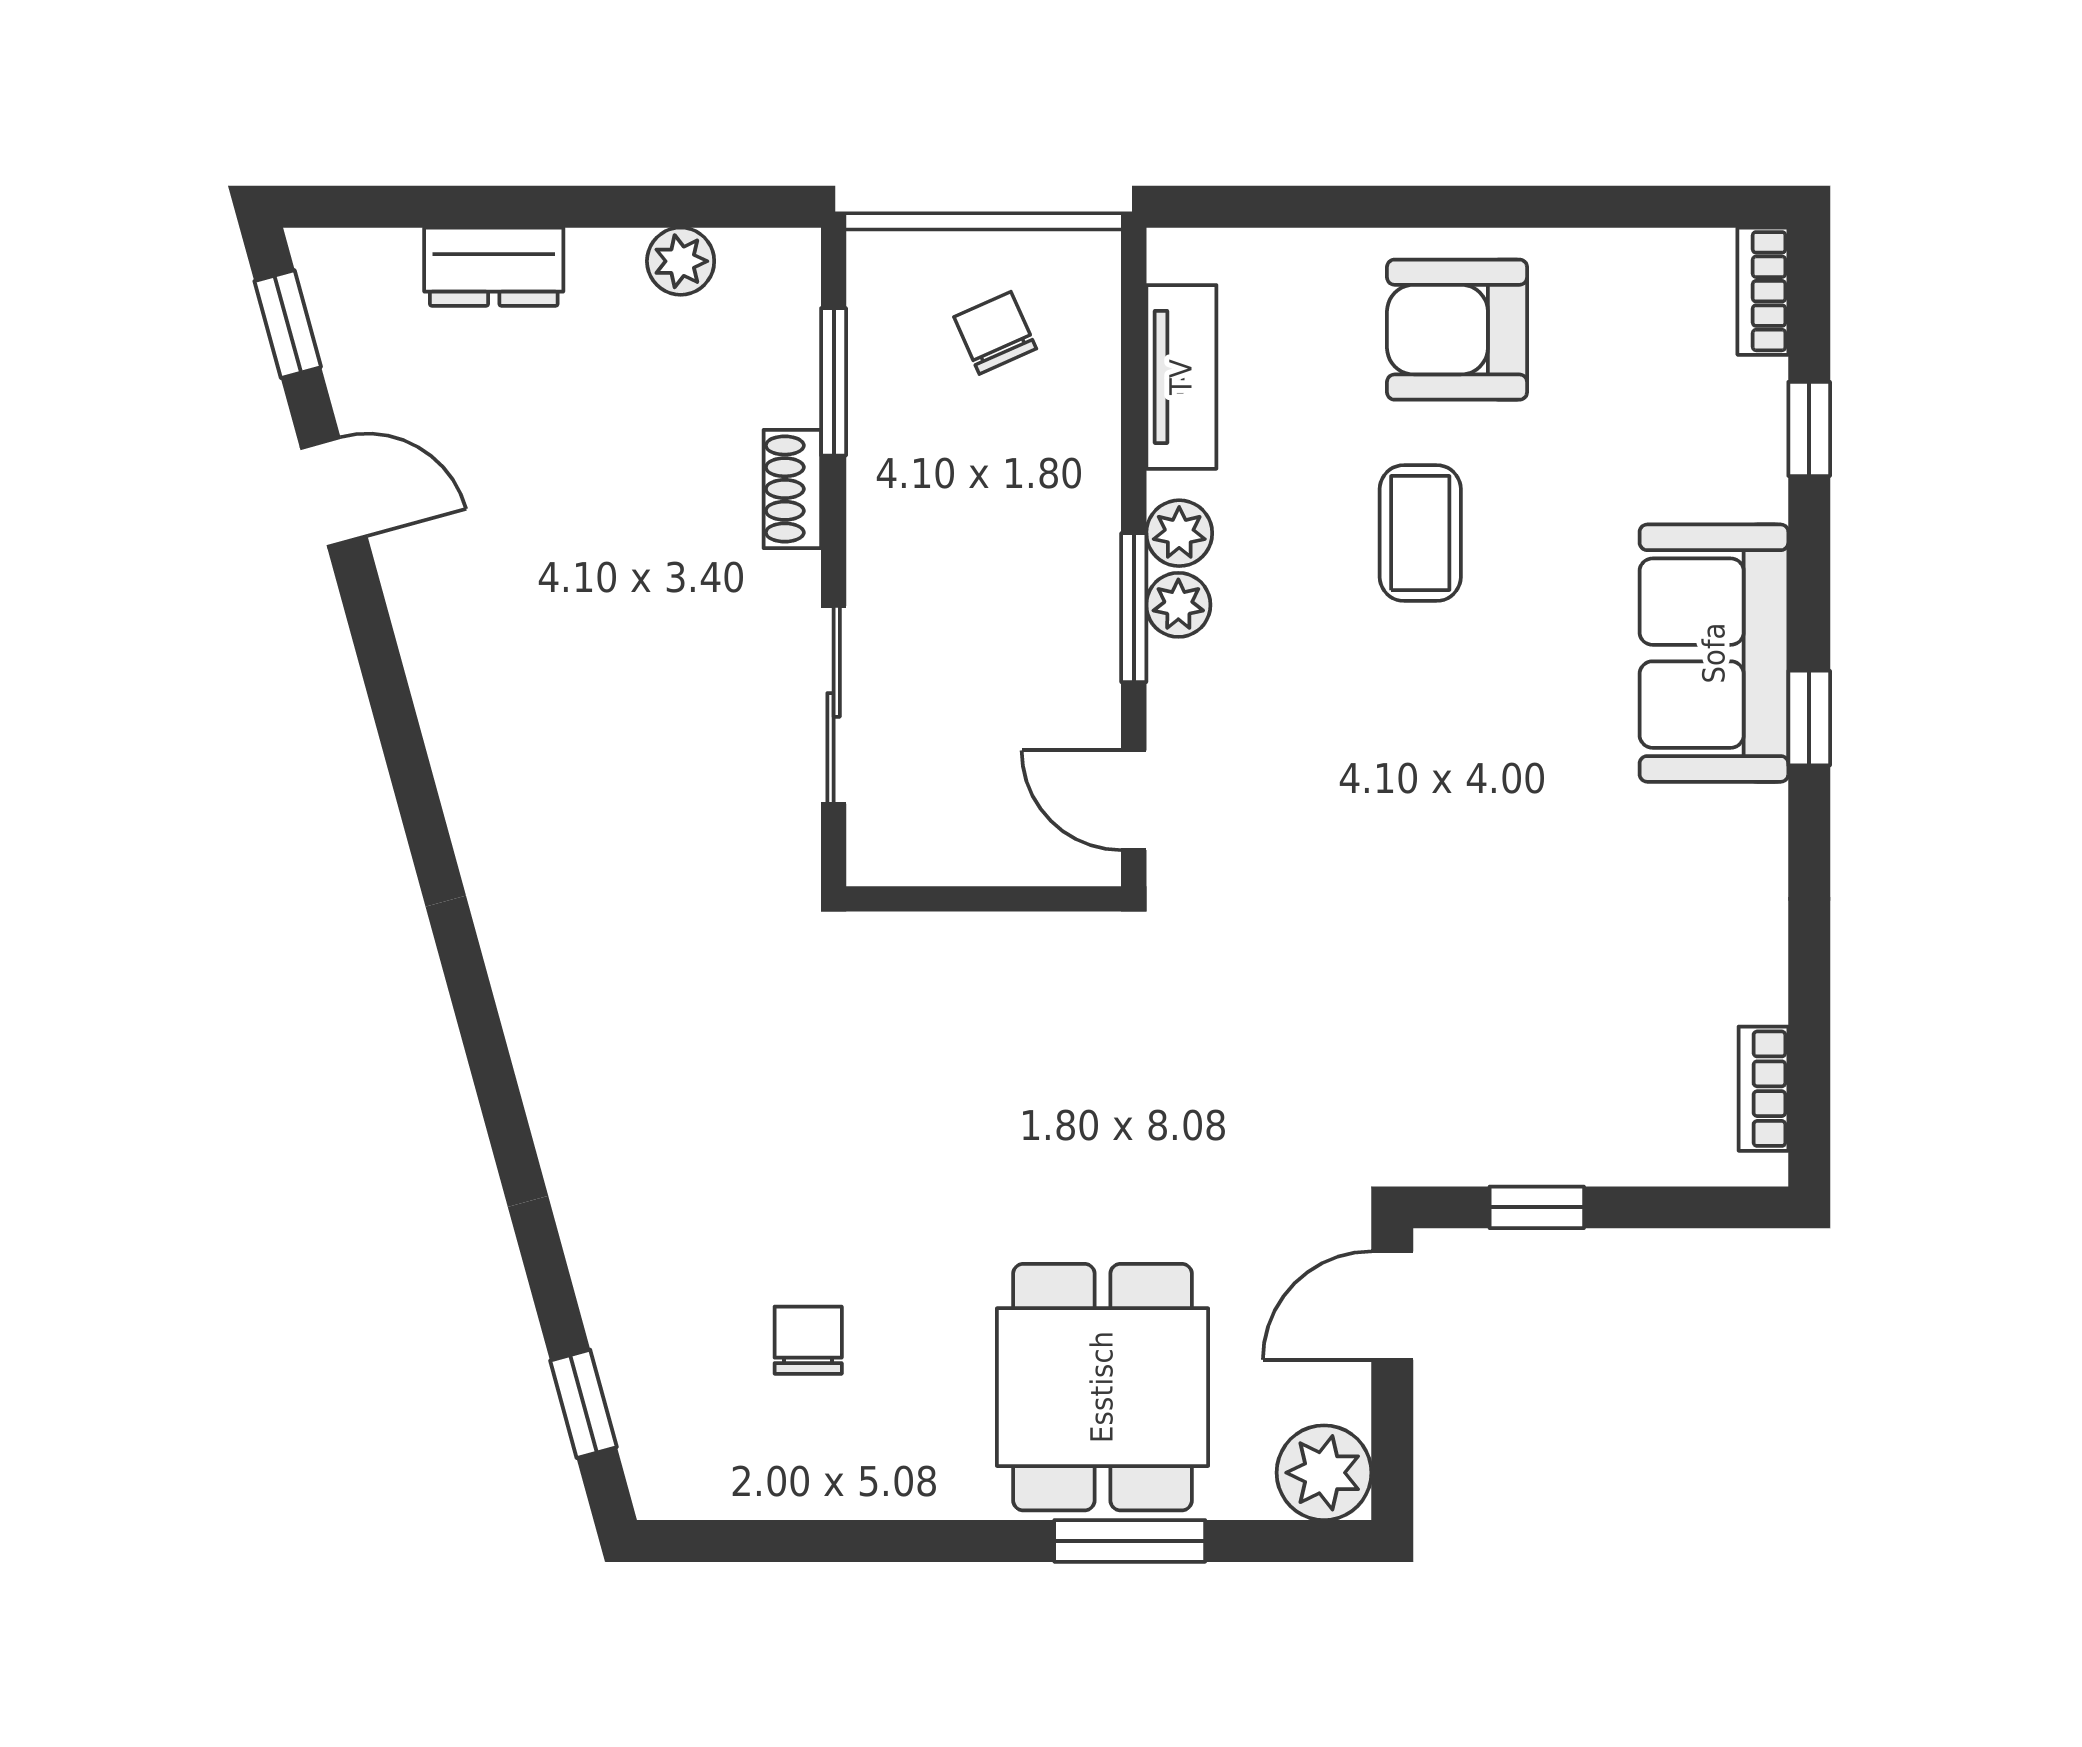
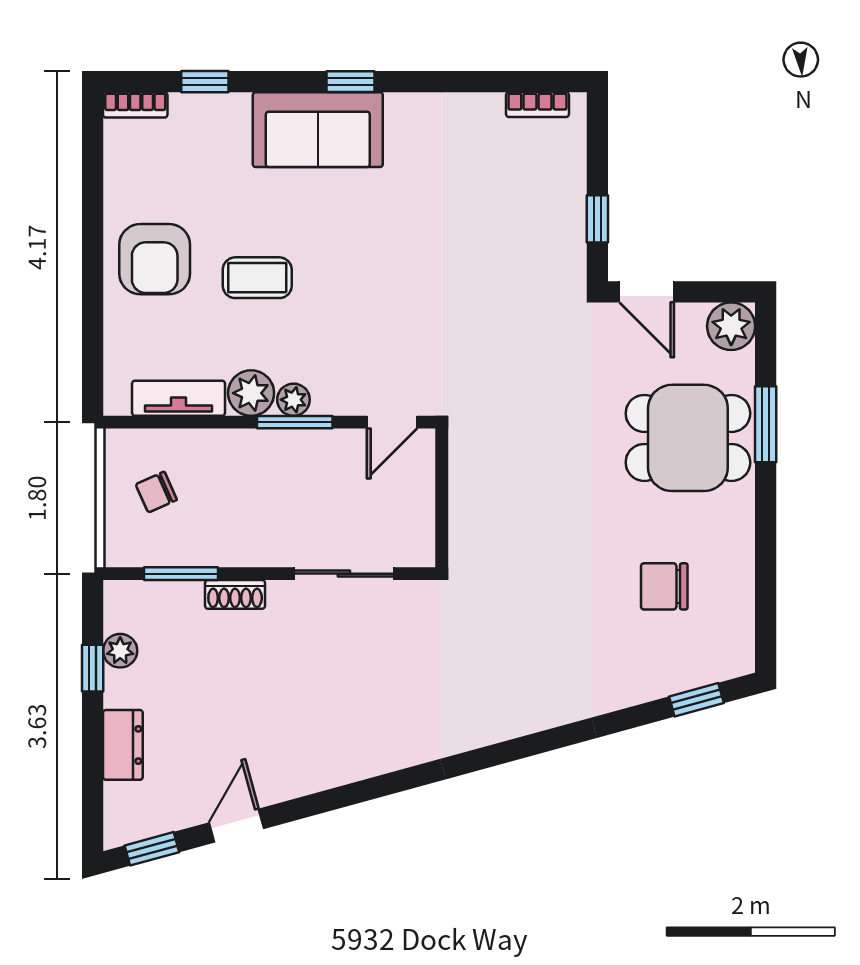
window: (646, 207) -> (93, 668), added
plant: (1179, 533) -> (251, 393), width x1.38, depth x1.38
chair: (808, 1340) -> (664, 586), width x1.37, depth x1.37

